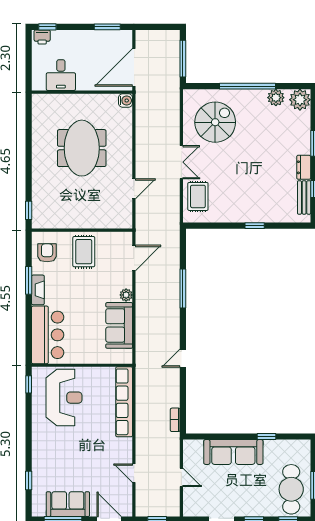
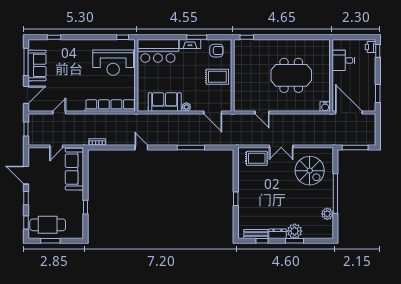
plant: (300, 100) -> (295, 231), moved
sofa: (233, 452) -> (74, 169), moved

